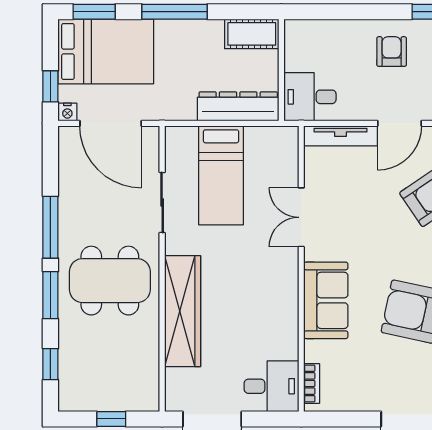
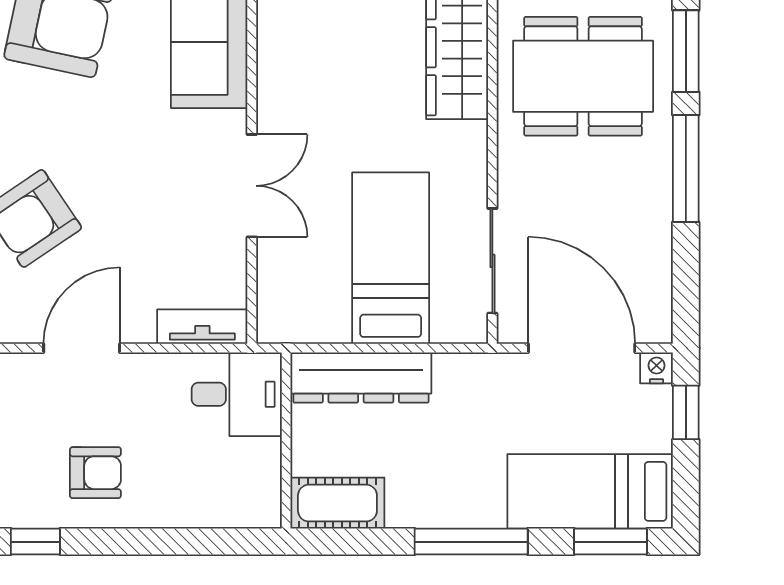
bed: (106, 51) -> (590, 491), width x0.67
armchair: (392, 52) -> (95, 473), turned -90
tv unit: (340, 136) -> (202, 327), width x0.71
sliding door: (162, 202) -> (492, 261), moved

